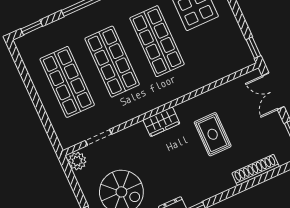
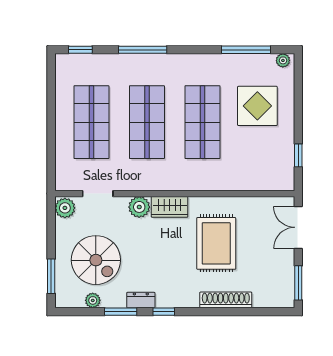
window: (253, 48) -> (298, 155), moved
plant: (137, 133) -> (139, 207), added
rug: (213, 134) -> (216, 243), width x1.36, depth x1.43
shoe rack: (256, 170) -> (226, 300), moved

